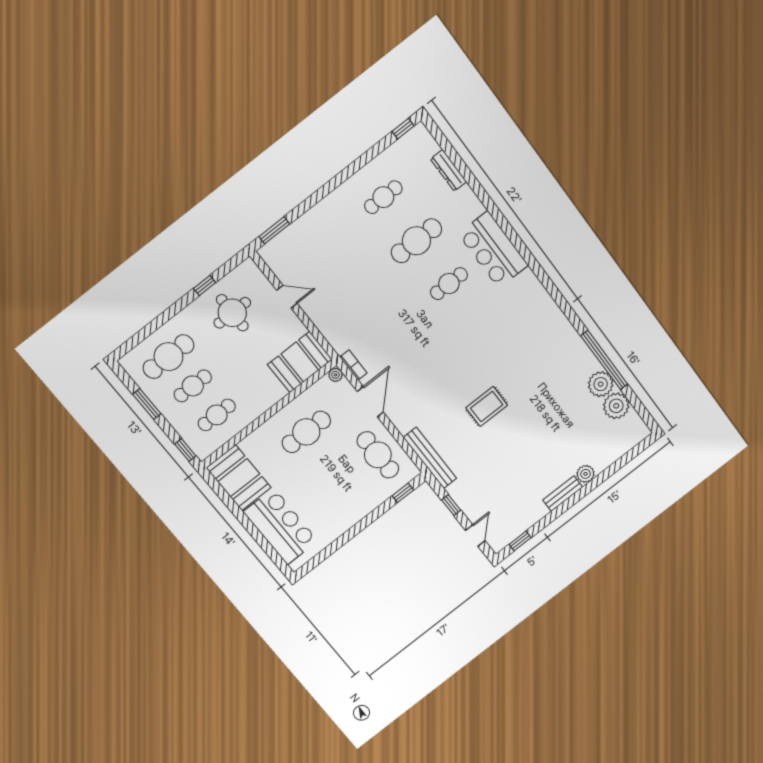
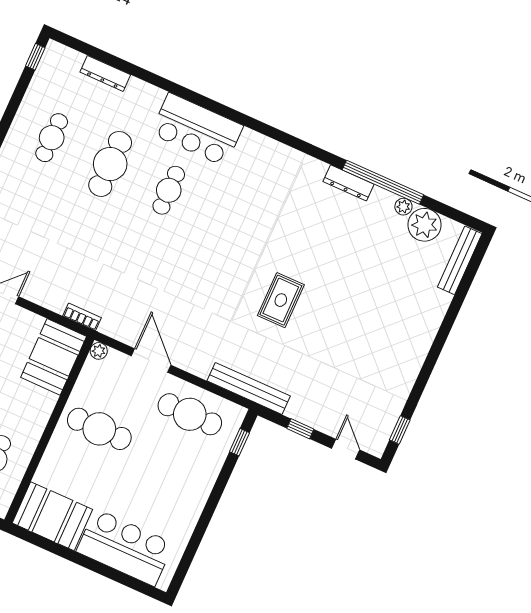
dresser: (580, 347) -> (349, 183), added
bookcase: (353, 365) -> (82, 317), moved
plant: (601, 384) -> (403, 207), width x0.53, depth x0.53
cafe table: (306, 432) -> (99, 429), turned 90
plant: (586, 474) -> (432, 317), removed
bench: (563, 494) -> (460, 260), moved, width x1.36

